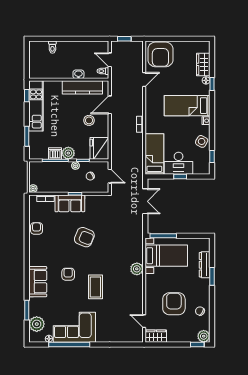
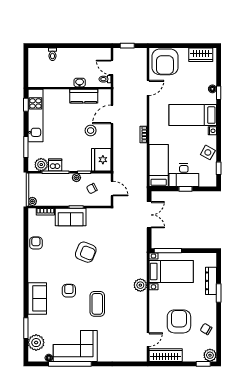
wardrobe: (203, 64) -> (201, 55), moved, turned -90
kitchen counter: (82, 87) -> (84, 96), width x0.67
plant: (68, 153) -> (41, 165), moved
door: (144, 321) -> (148, 340), swing flipped
wardrobe: (156, 336) -> (166, 355), width x1.50

